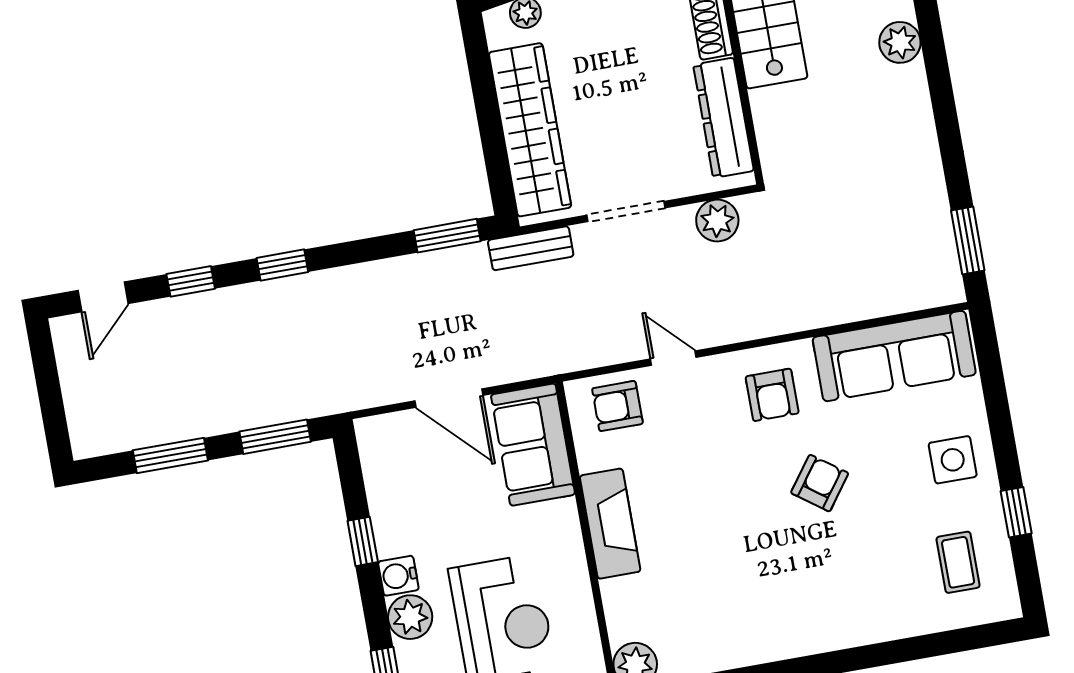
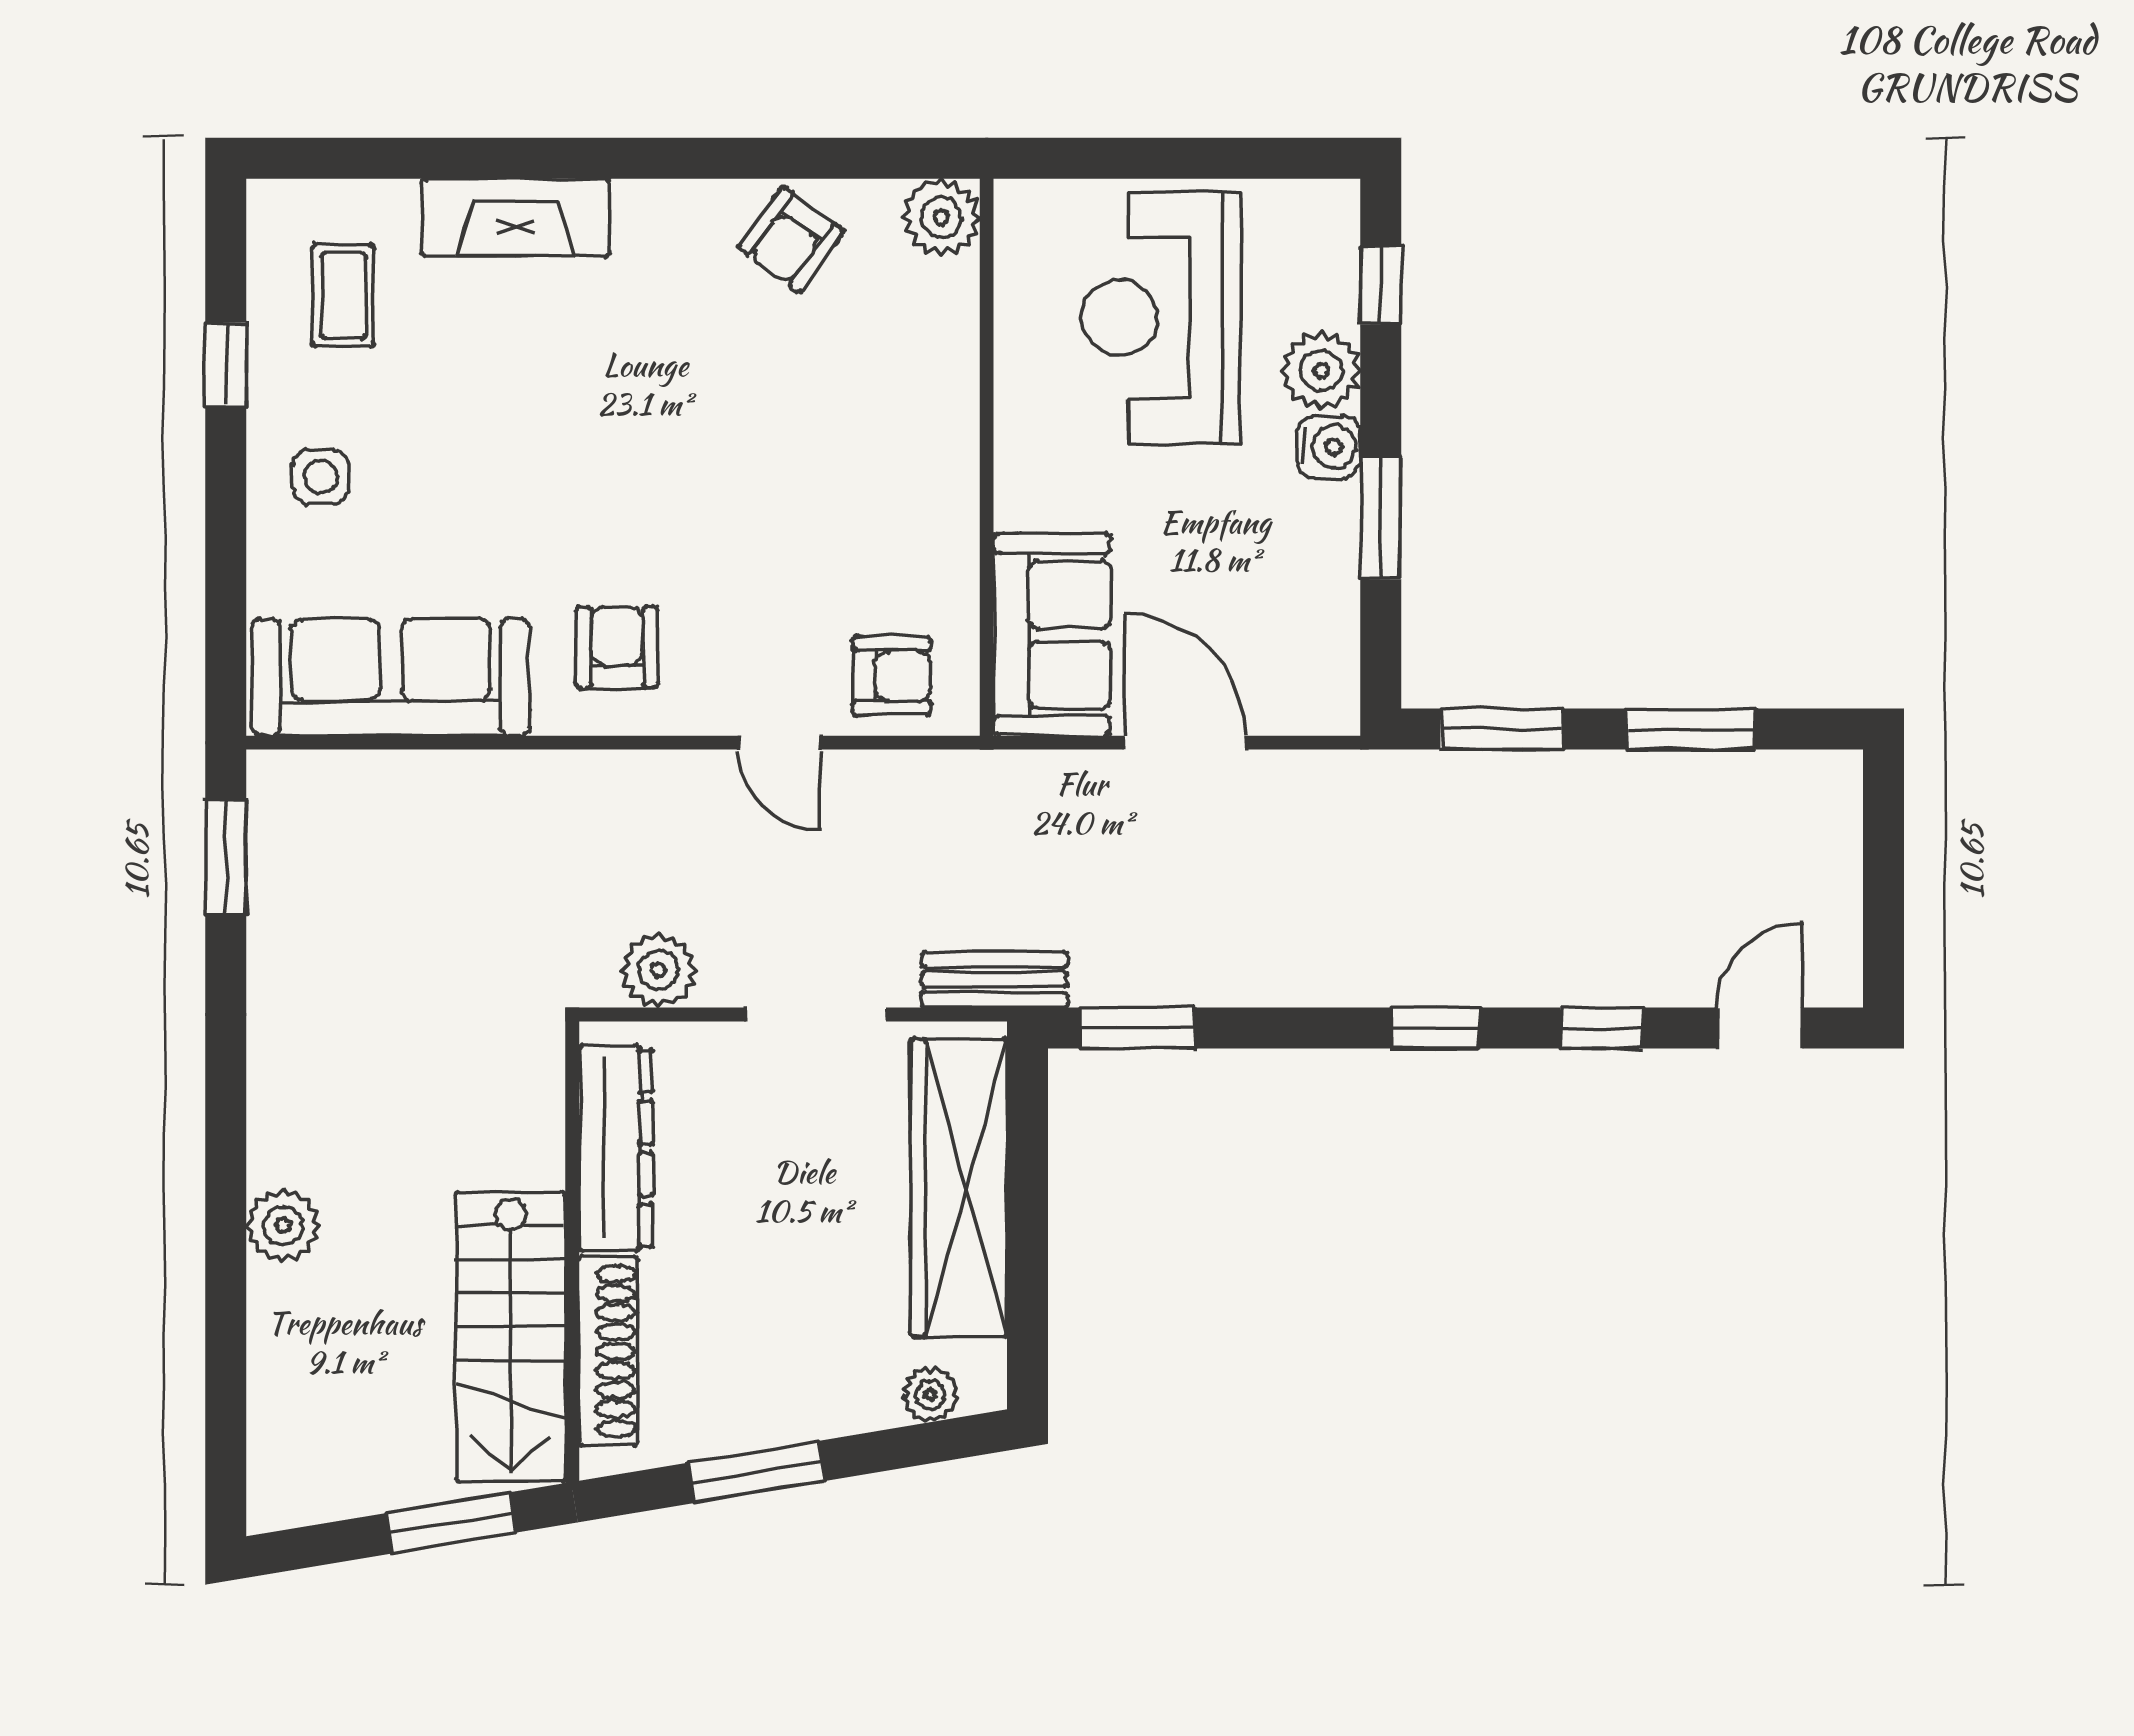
side table: (953, 460) -> (321, 477), width x0.73, depth x0.73
armchair: (820, 483) -> (791, 239), moved
fireplace: (610, 524) -> (515, 217), moved, turned -90
window: (363, 541) -> (1381, 518), width x1.50

